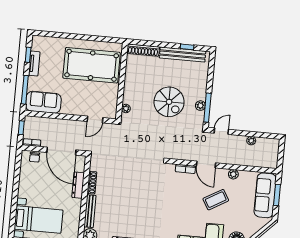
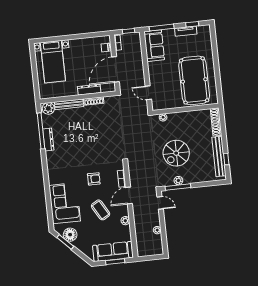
armchair: (179, 200) -> (94, 179), added

